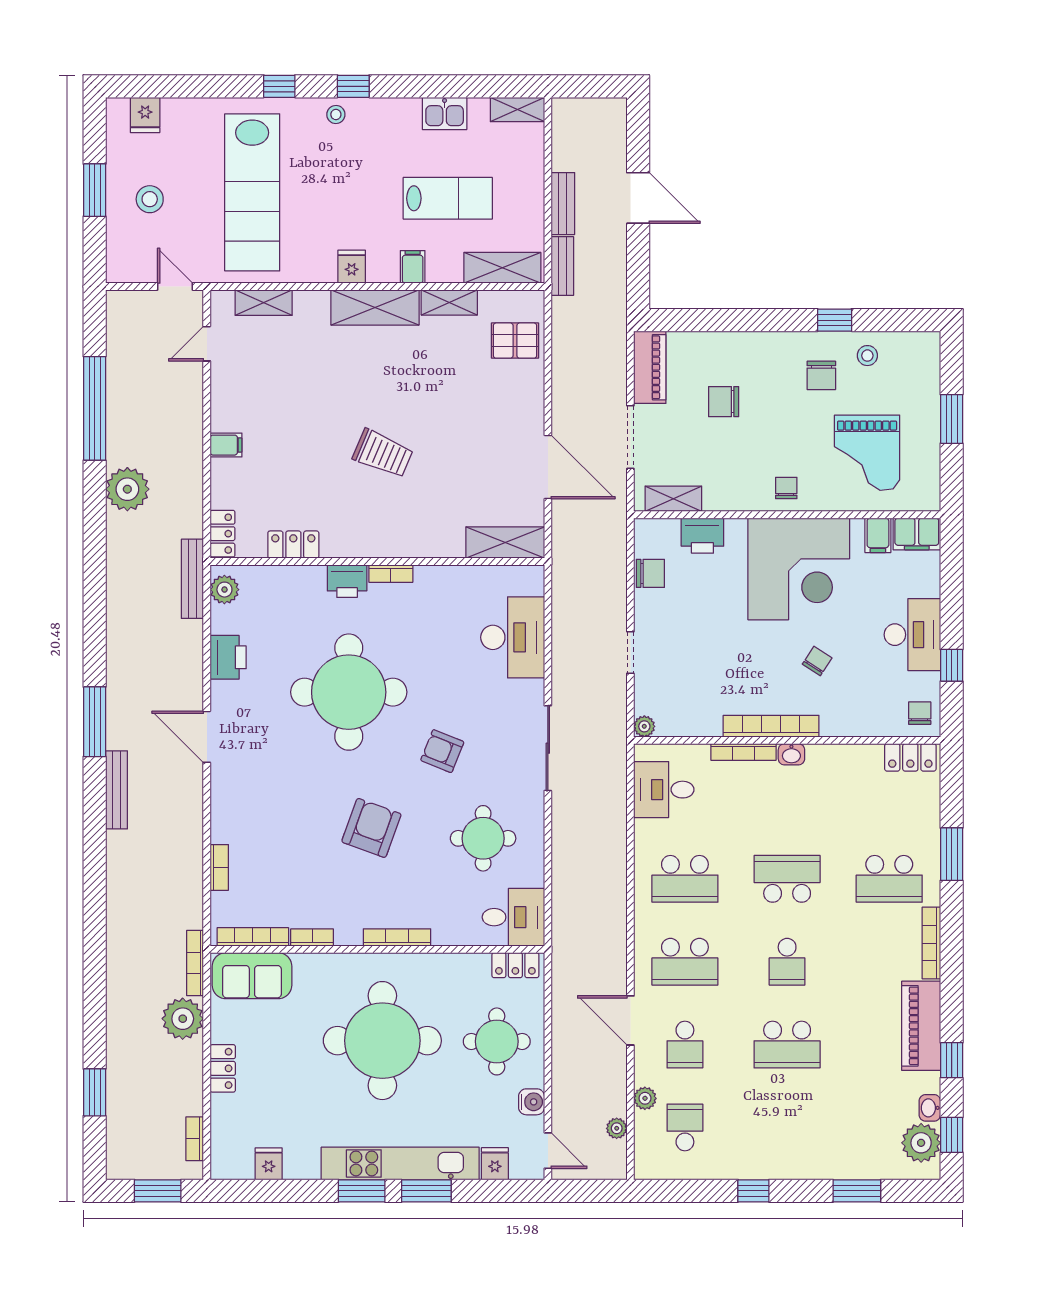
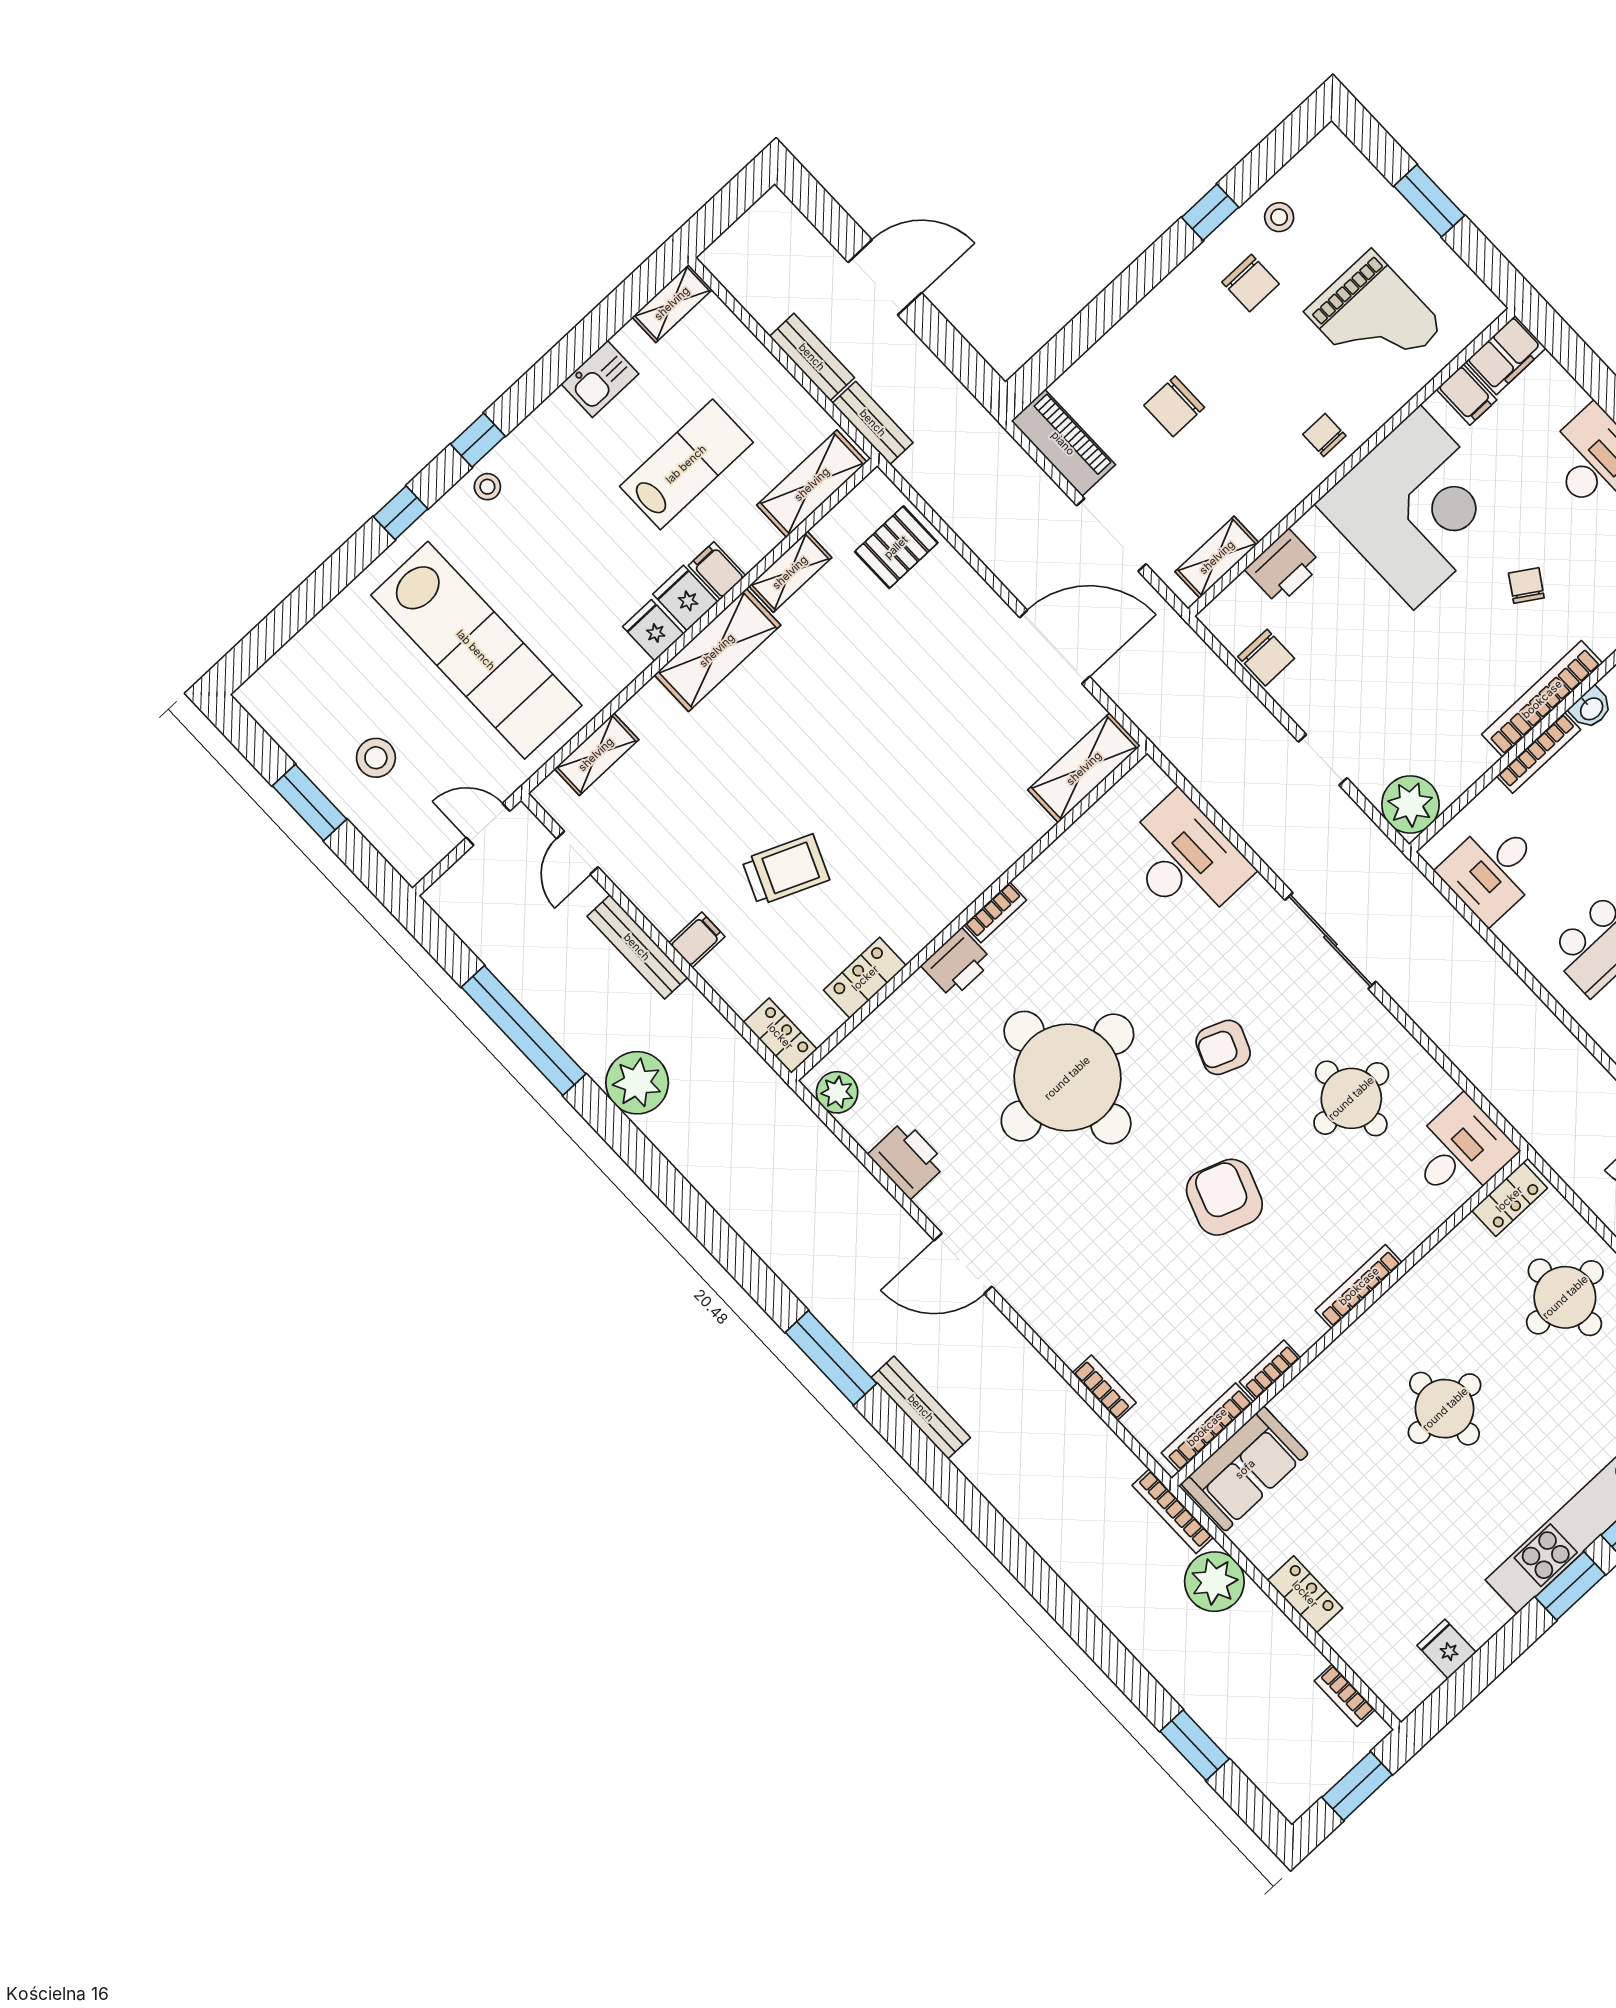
fridge: (145, 115) -> (685, 598), moved, turned 180
trolley: (383, 454) -> (786, 870), moved
chair: (650, 573) -> (1266, 658), turned 90
bench: (192, 579) -> (637, 947), moved
plant: (644, 726) -> (1410, 804), width x1.88, depth x1.88
round table: (382, 1041) -> (1445, 1409), width x0.54, depth x0.54

